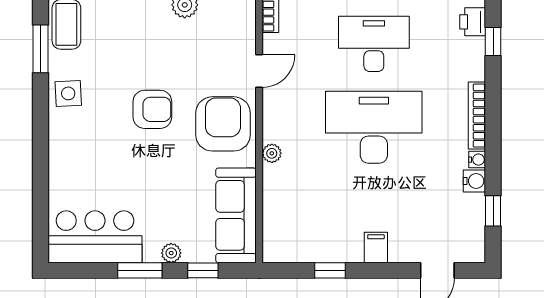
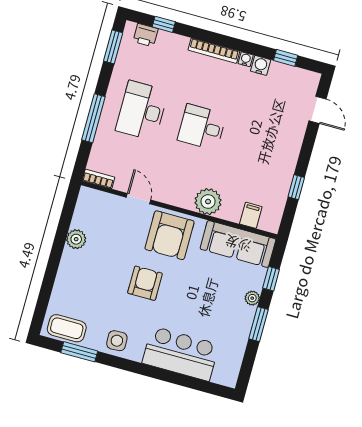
armchair: (223, 124) -> (170, 235), turned -90
desk: (374, 127) -> (202, 127), width x0.53, depth x0.77
plant: (272, 153) -> (208, 202), width x1.87, depth x1.87
bar counter: (95, 237) -> (181, 354), moved, turned 90
filing cabinet: (376, 248) -> (251, 215), moved, turned 90

